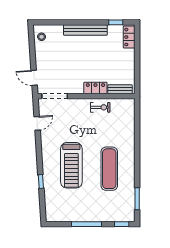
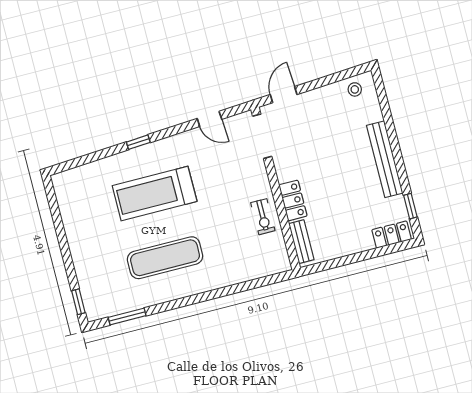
window: (41, 182) -> (138, 142), moved
window: (86, 224) -> (63, 244), removed

